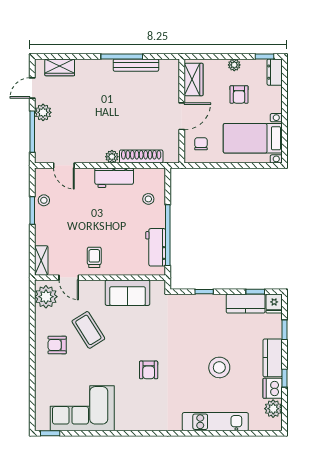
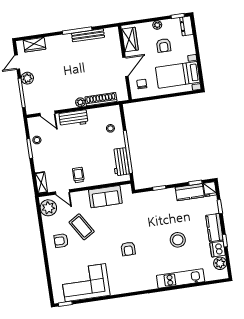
workbench: (114, 178) -> (73, 118), moved

